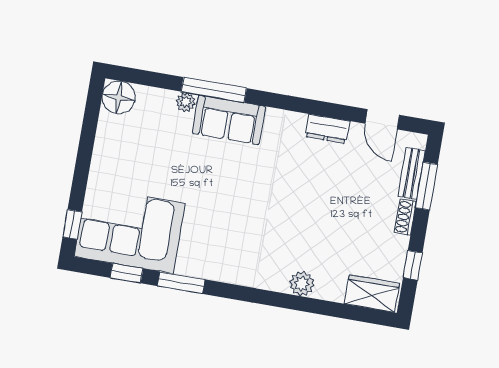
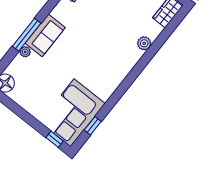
window: (181, 283) -> (112, 102), removed

